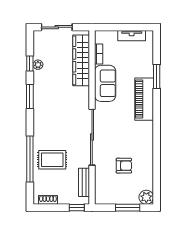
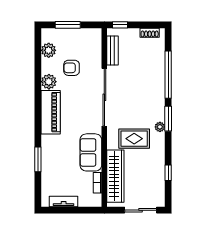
plant: (38, 65) -> (160, 127), moved
window: (30, 97) -> (168, 119), moved
piano: (144, 99) -> (51, 112), moved
plant: (146, 152) -> (49, 82), added
rug: (52, 160) -> (134, 139), moved
plant: (146, 197) -> (49, 50), moved

